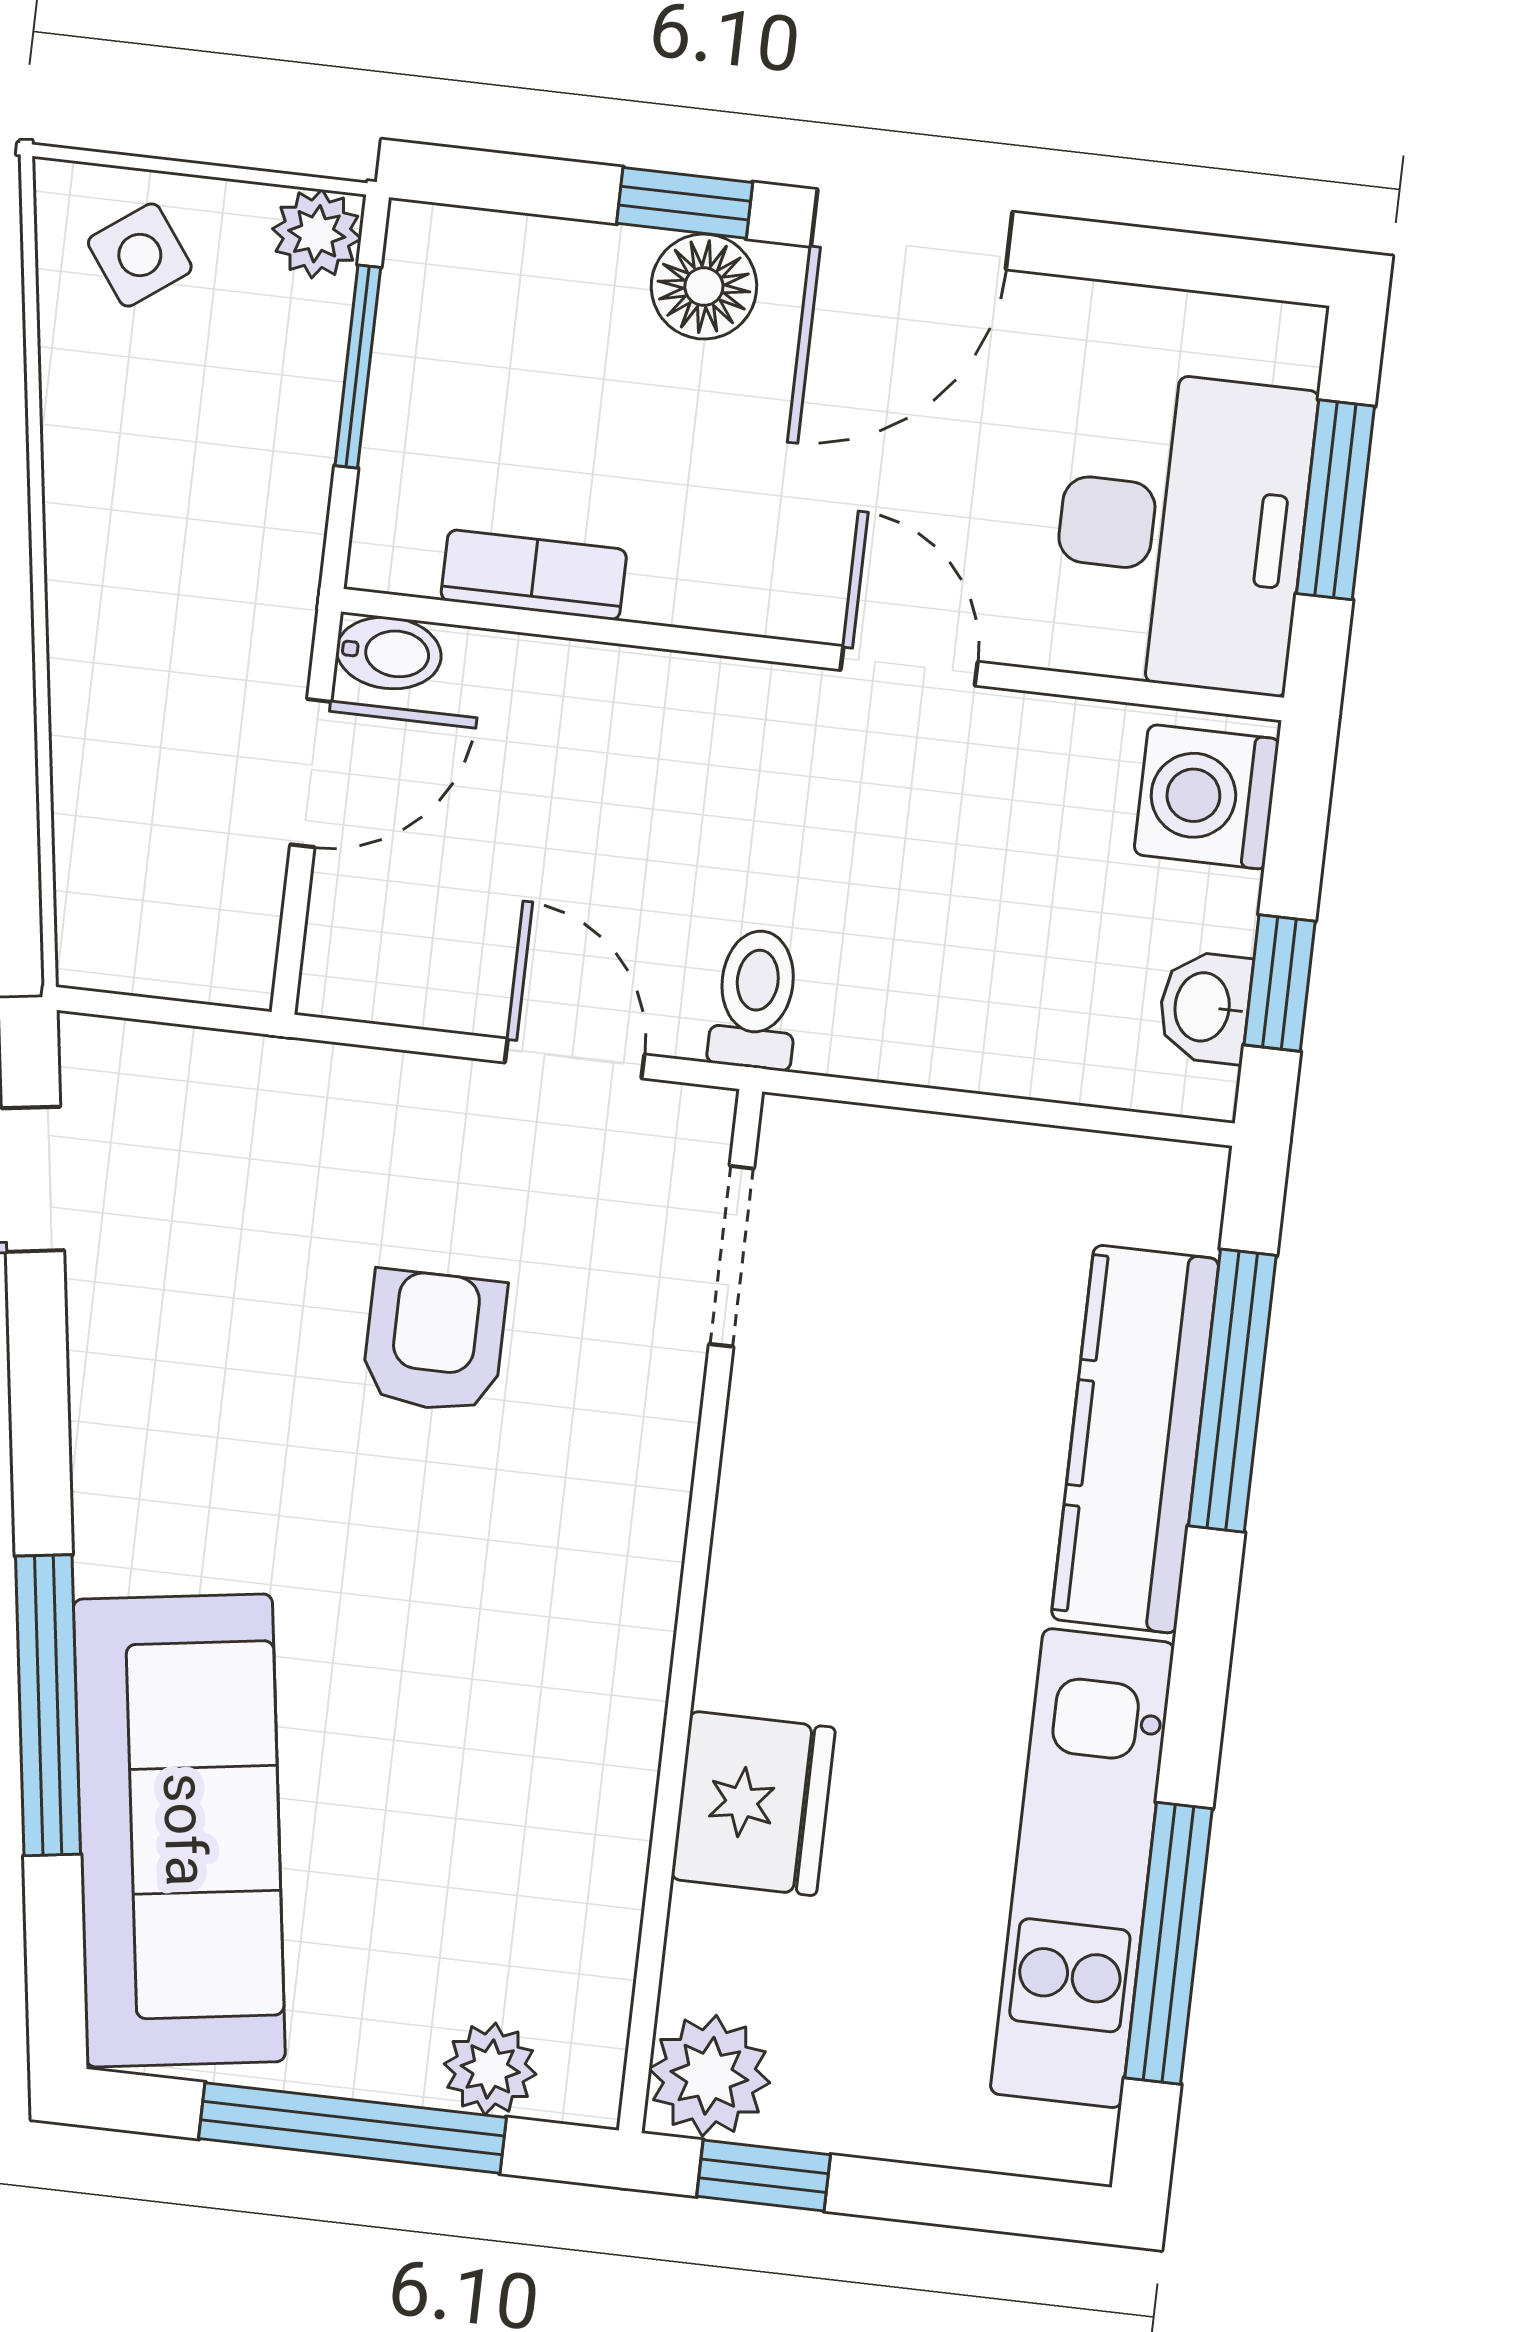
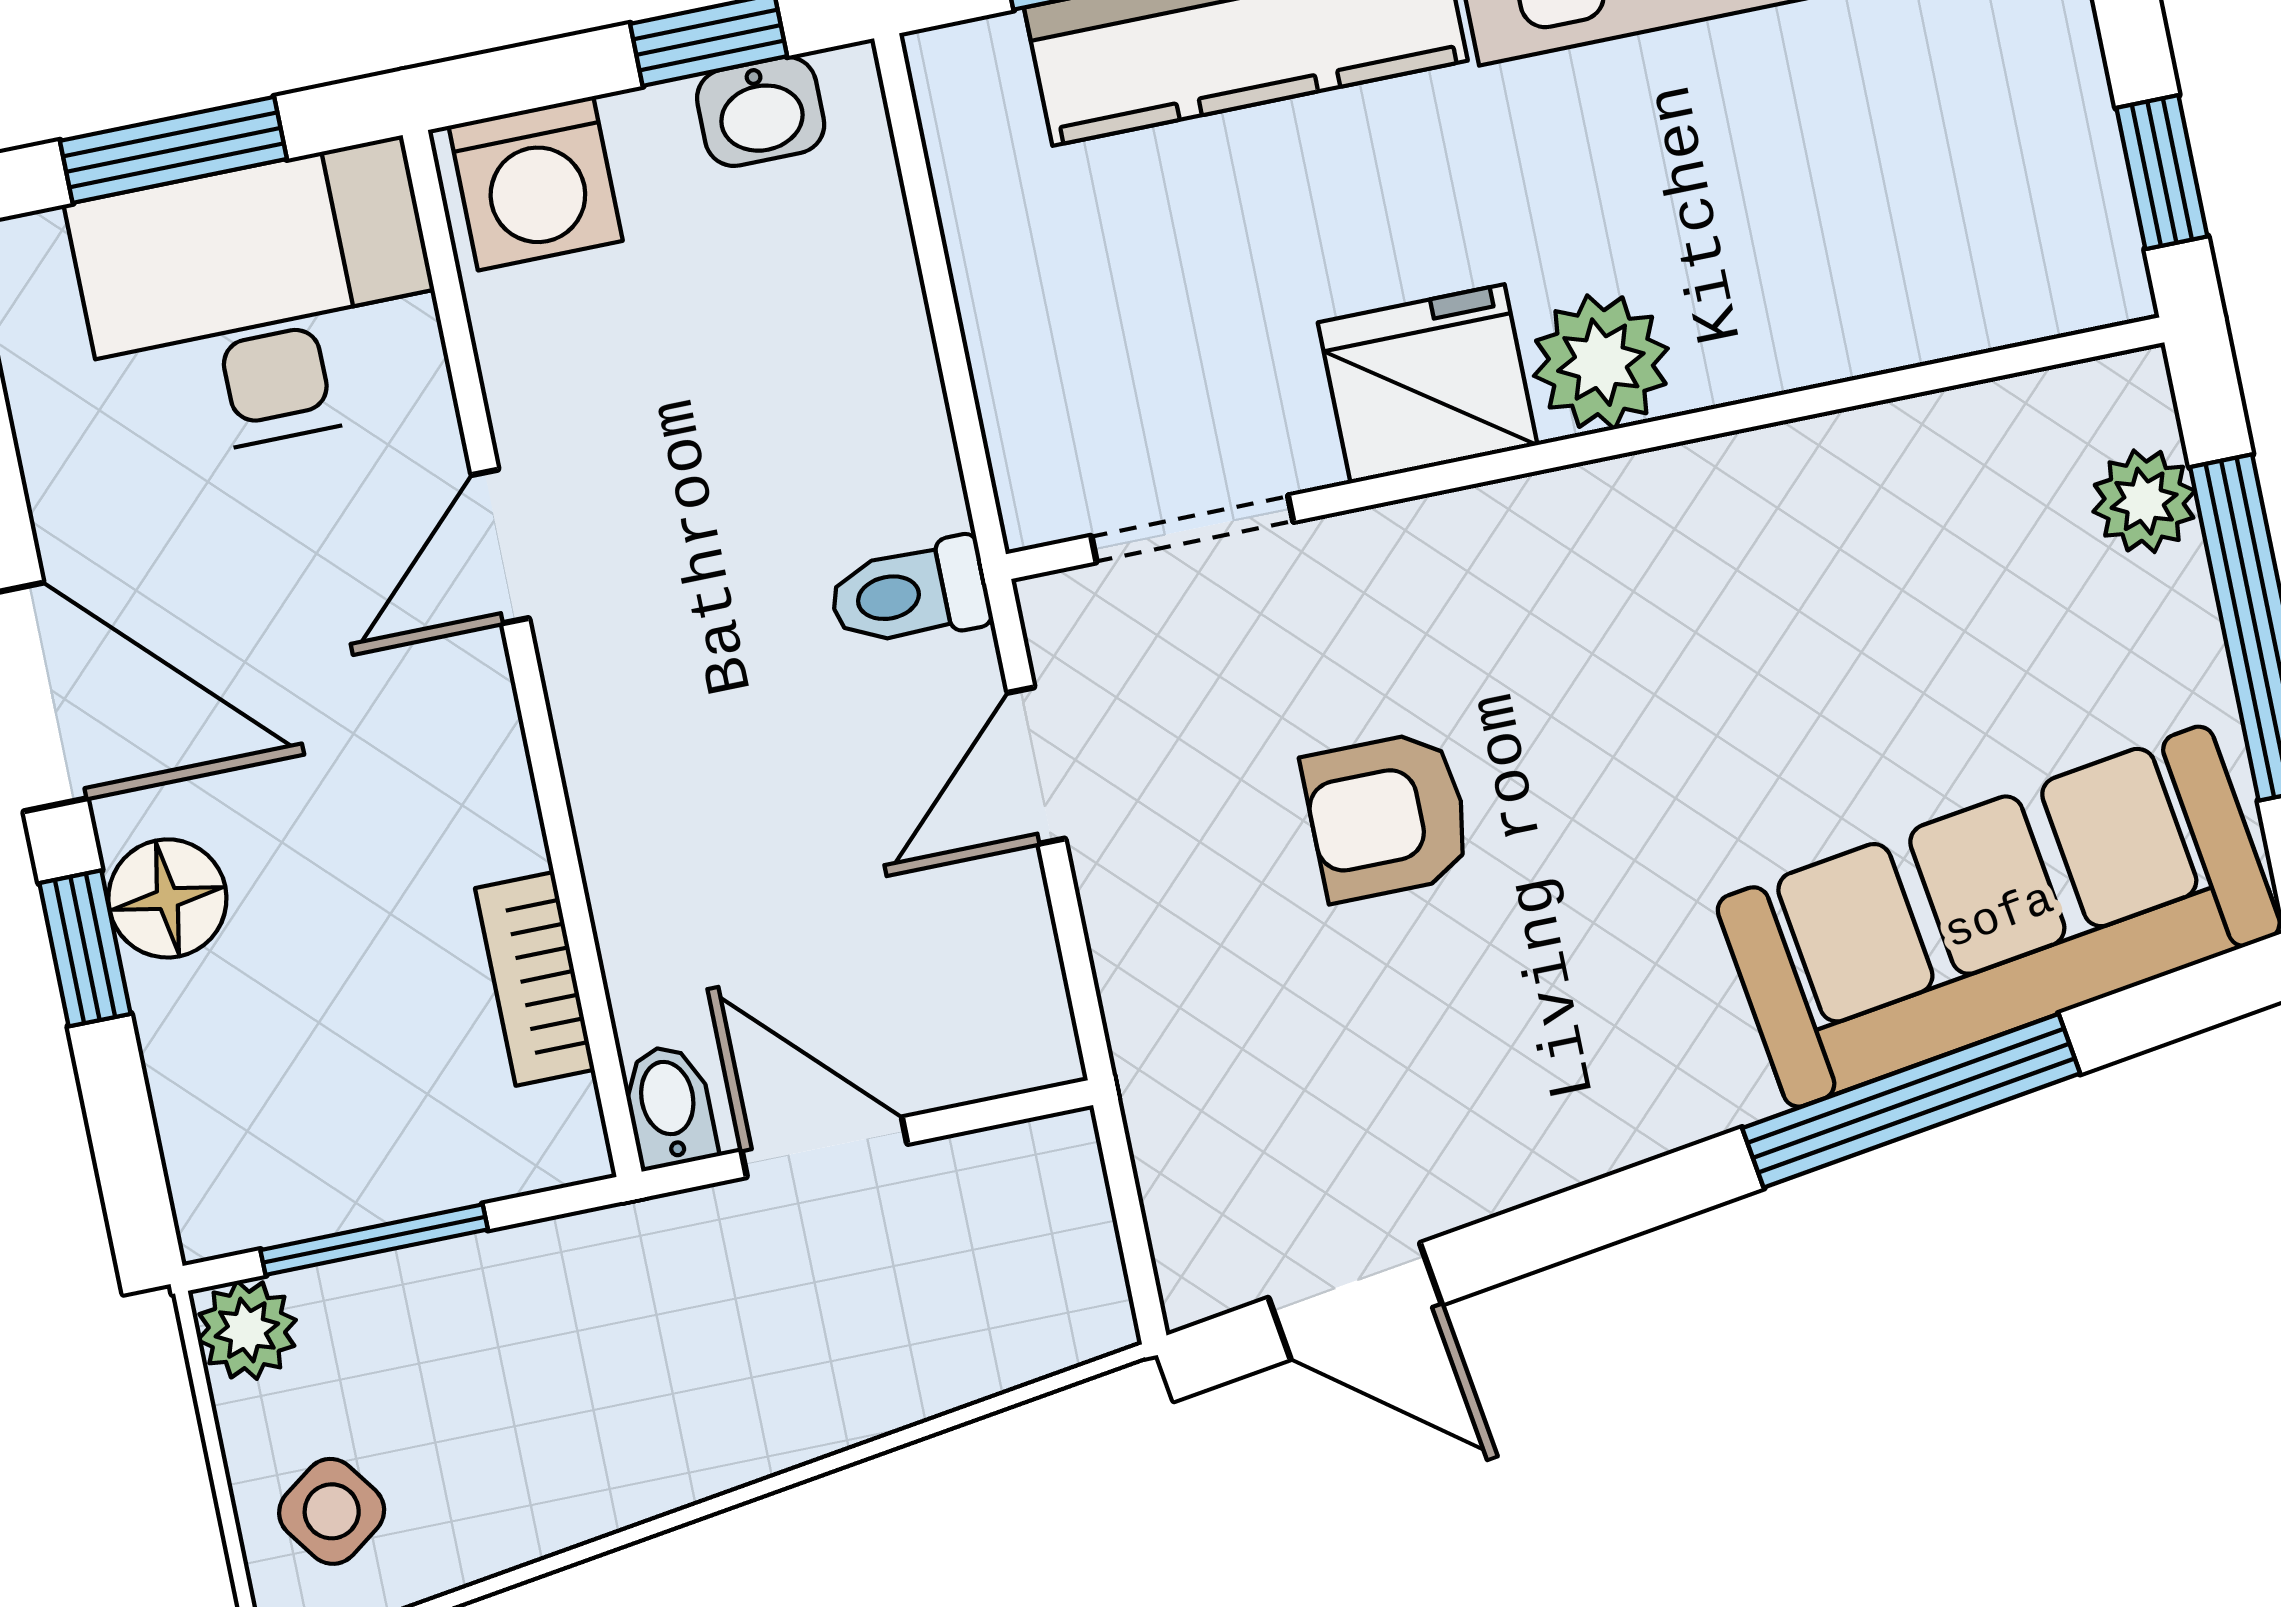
fridge: (753, 1803) -> (1428, 384), moved
plant: (709, 2076) -> (1601, 362), moved

